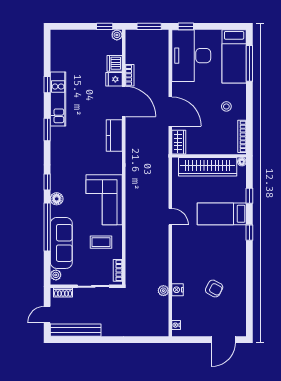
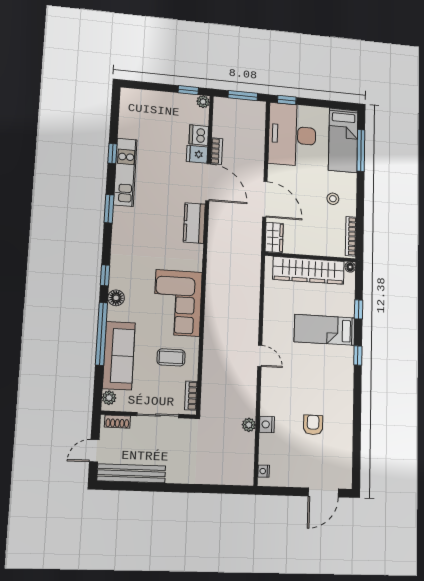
door: (170, 217) -> (260, 356), moved
armchair: (214, 289) -> (313, 425), turned -118

